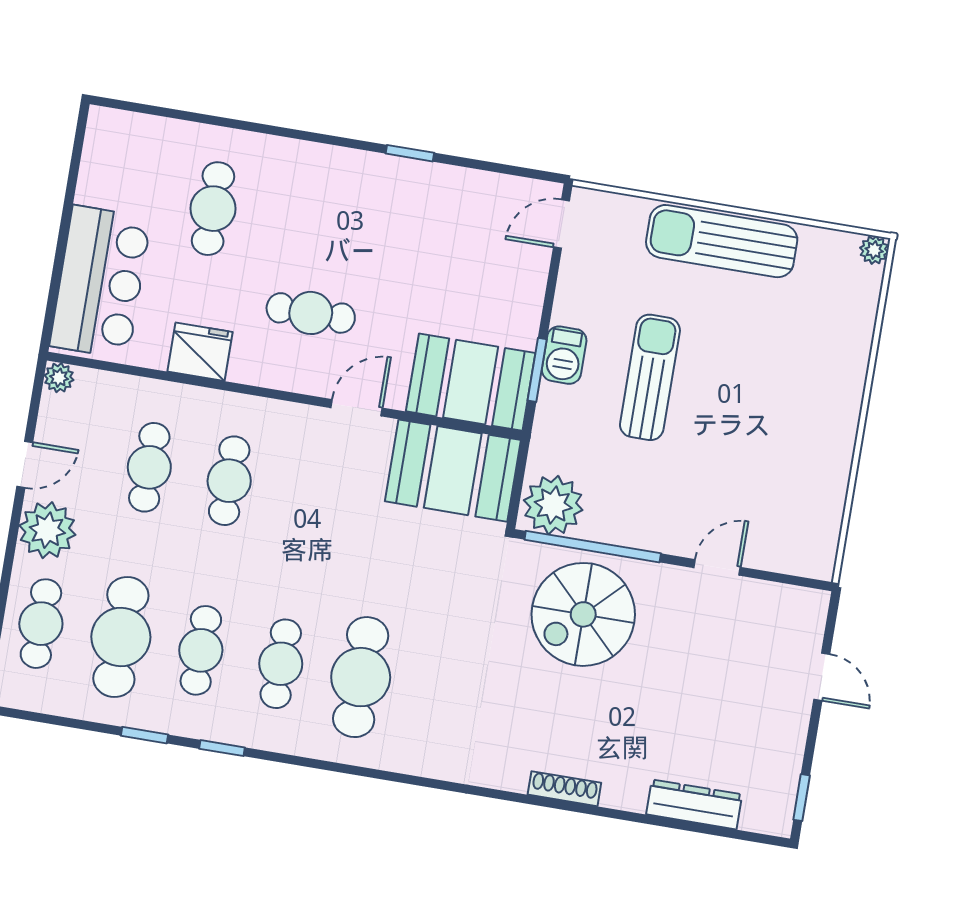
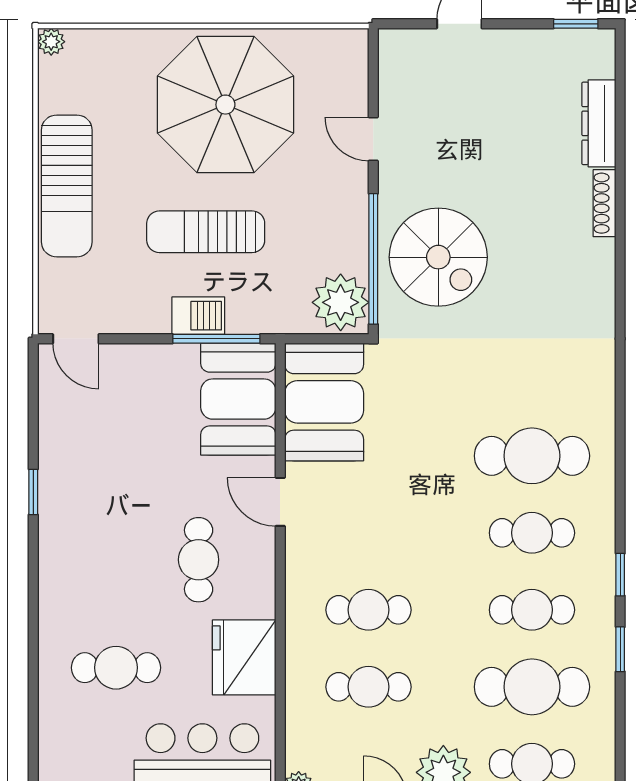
fridge: (200, 352) -> (244, 657), width x1.36, depth x1.34
window: (537, 370) -> (216, 339), width x1.44
parasol: (779, 420) -> (225, 105), added
shoe rack: (564, 789) -> (605, 203), moved

